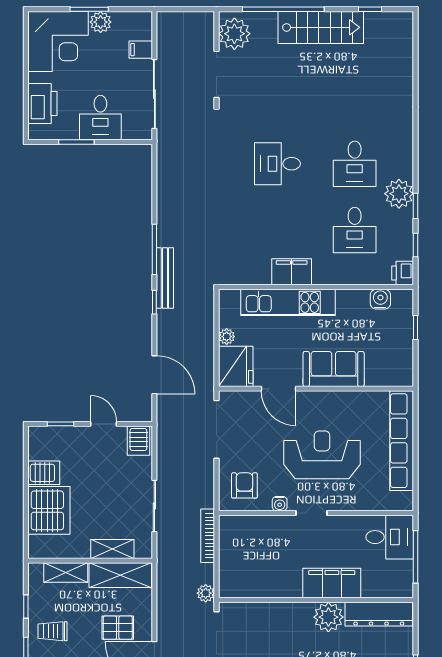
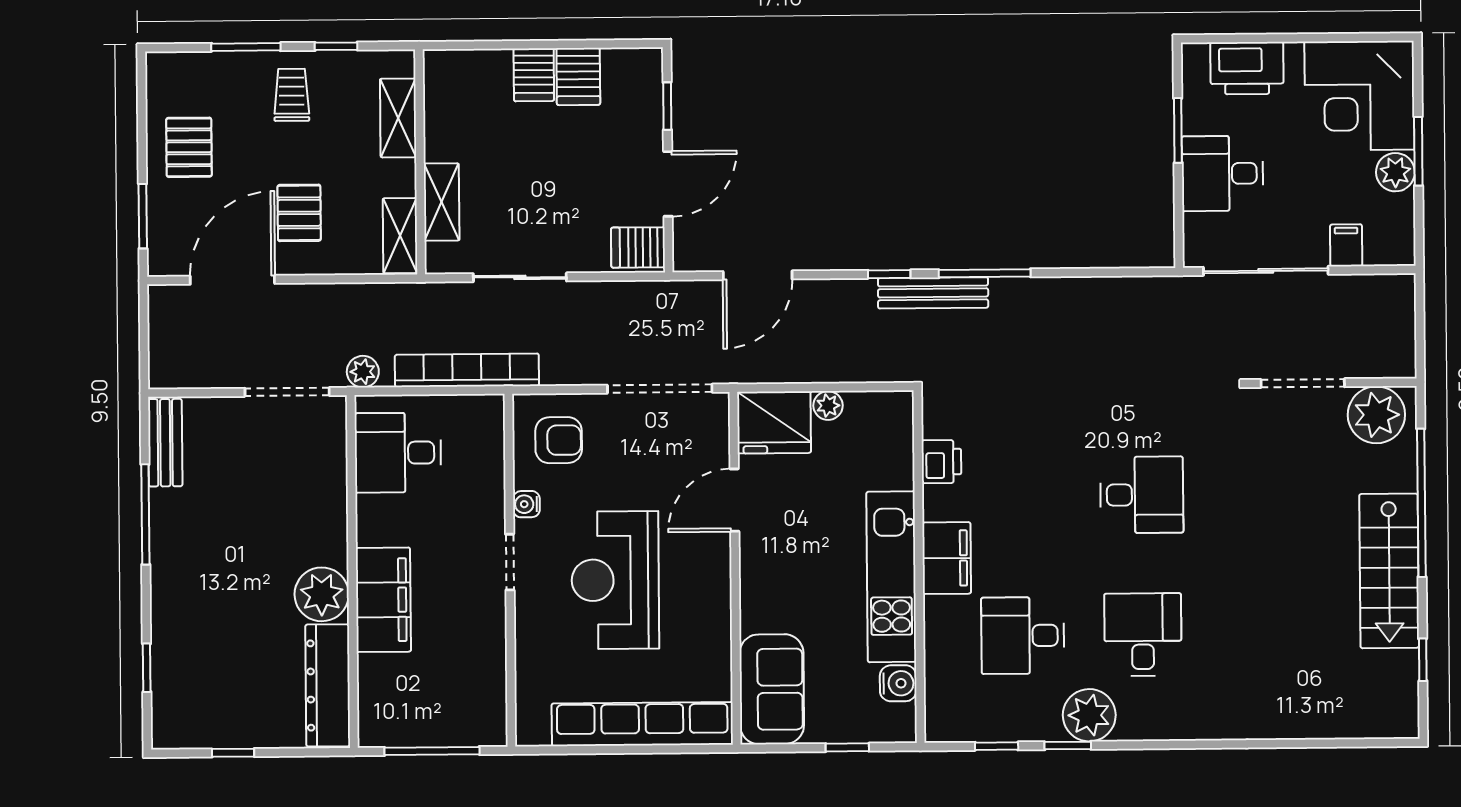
desk: (277, 164) -> (1142, 495), turned 90
desk: (355, 164) -> (1143, 635), turned 90
filing cabinet: (292, 272) -> (947, 558), moved
printer: (403, 273) -> (941, 462), moved, turned 90
kitchen unit: (288, 302) -> (891, 577), moved
sofa: (334, 369) -> (772, 689), moved
door: (103, 424) -> (668, 184), width x1.38
reception desk: (322, 455) -> (615, 580), turned 180
server rack: (49, 510) -> (534, 75), width x0.46, depth x0.70
bookcase: (208, 536) -> (467, 370), width x1.48, depth x1.31
desk: (390, 537) -> (398, 453), moved, turned 90
shelving: (120, 575) -> (400, 236), width x0.67, depth x0.75

